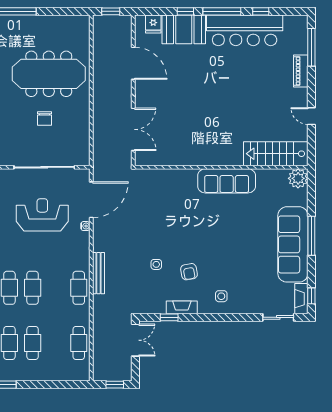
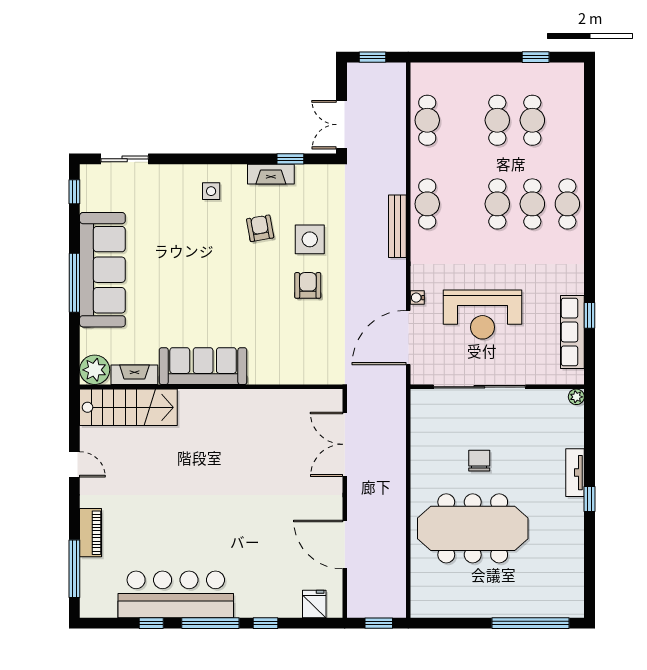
booth: (184, 29) -> (268, 596), removed
armchair: (157, 234) -> (308, 285), added
side table: (156, 264) -> (310, 239), width x1.87, depth x1.87
fireplace: (301, 299) -> (134, 375), moved, turned -90

